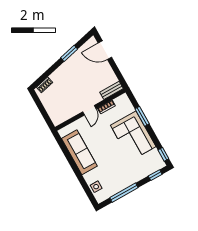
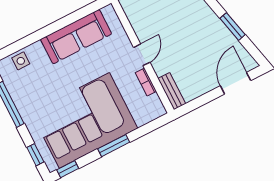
door: (89, 110) -> (142, 55), swing flipped
window: (142, 116) -> (114, 146), moved
corner sofa: (133, 136) -> (84, 120), width x1.36, depth x1.36

